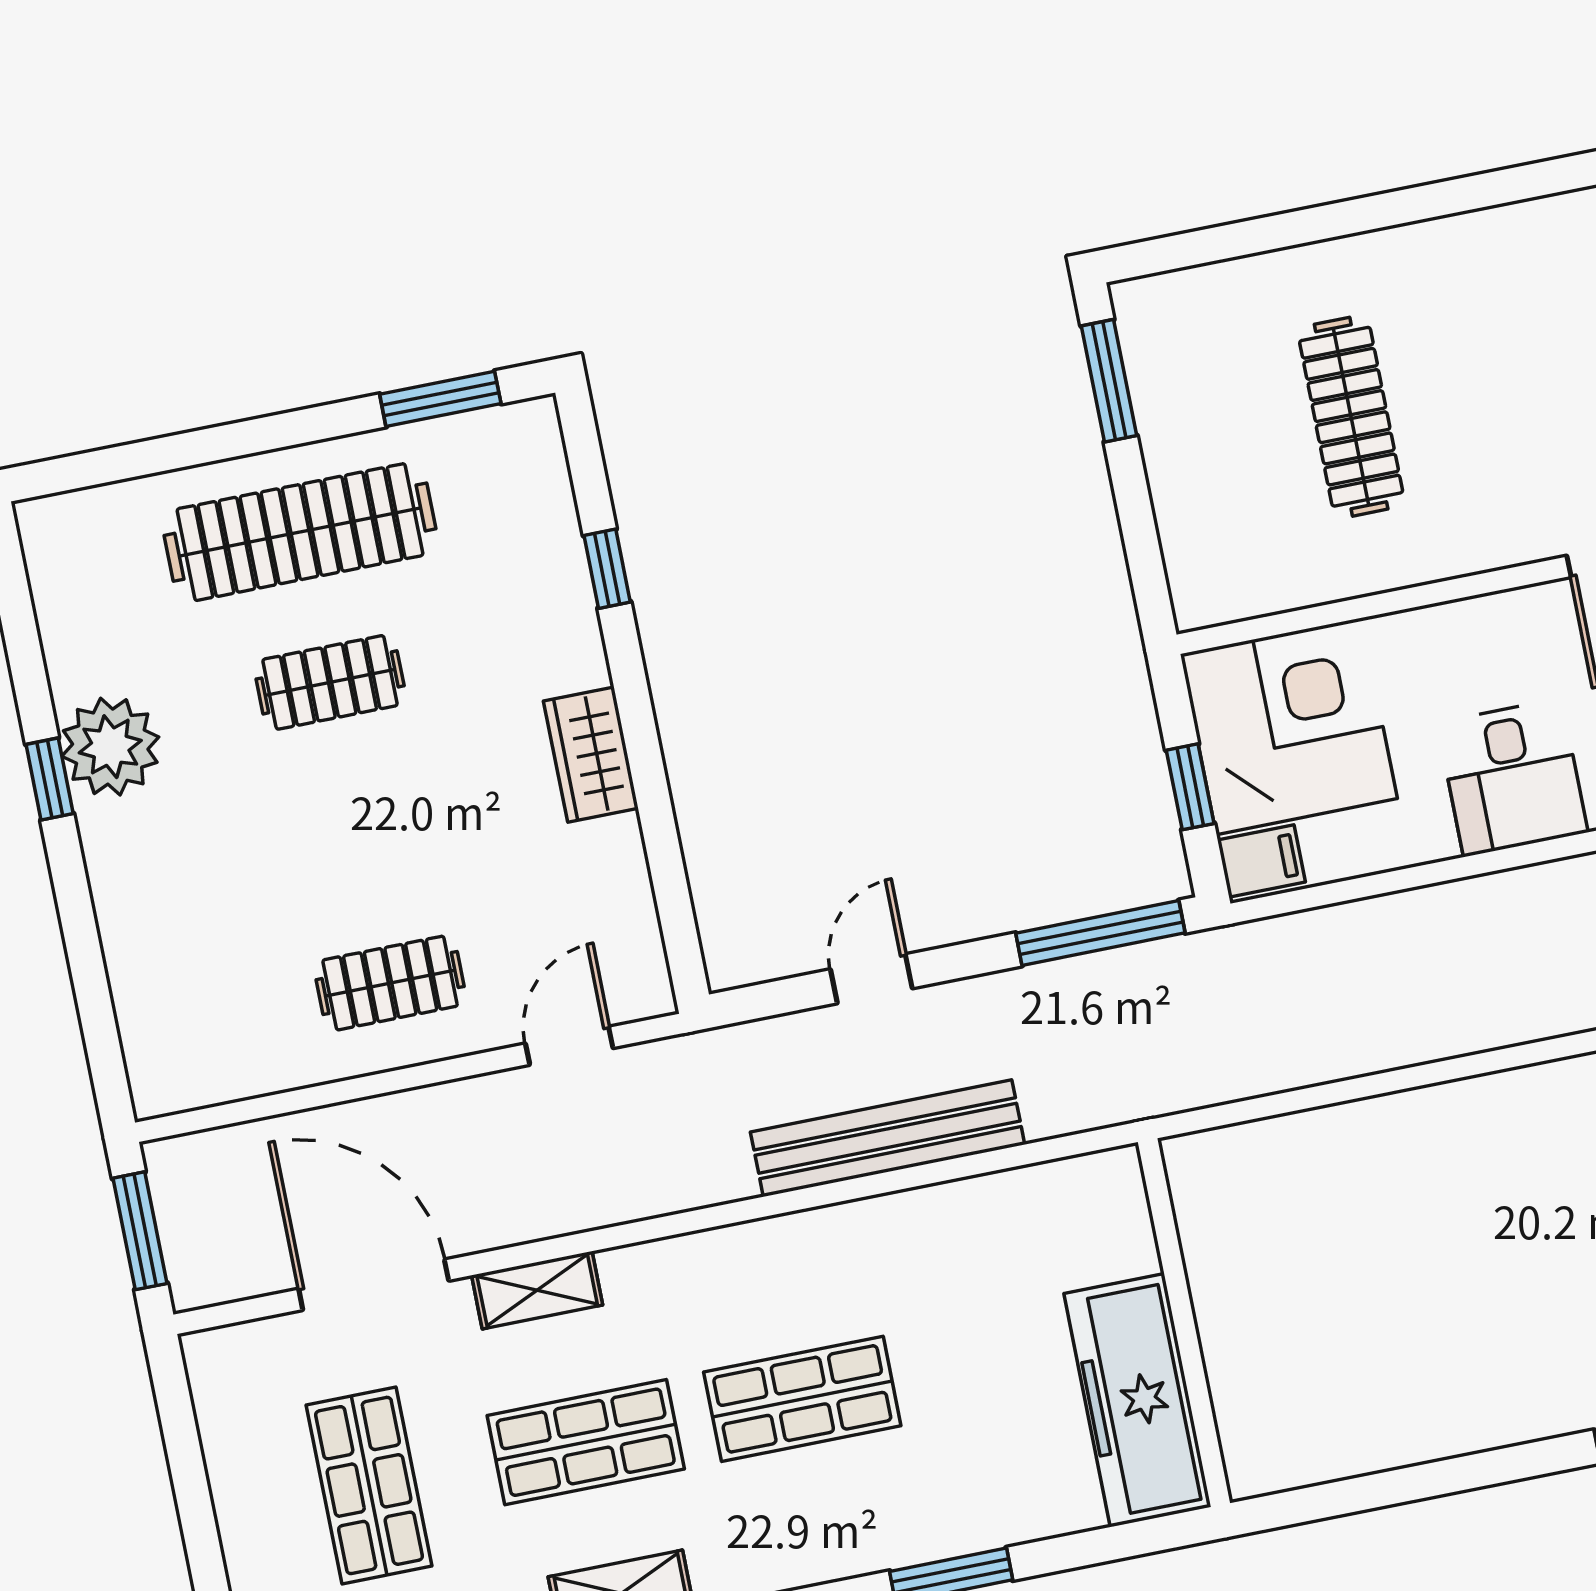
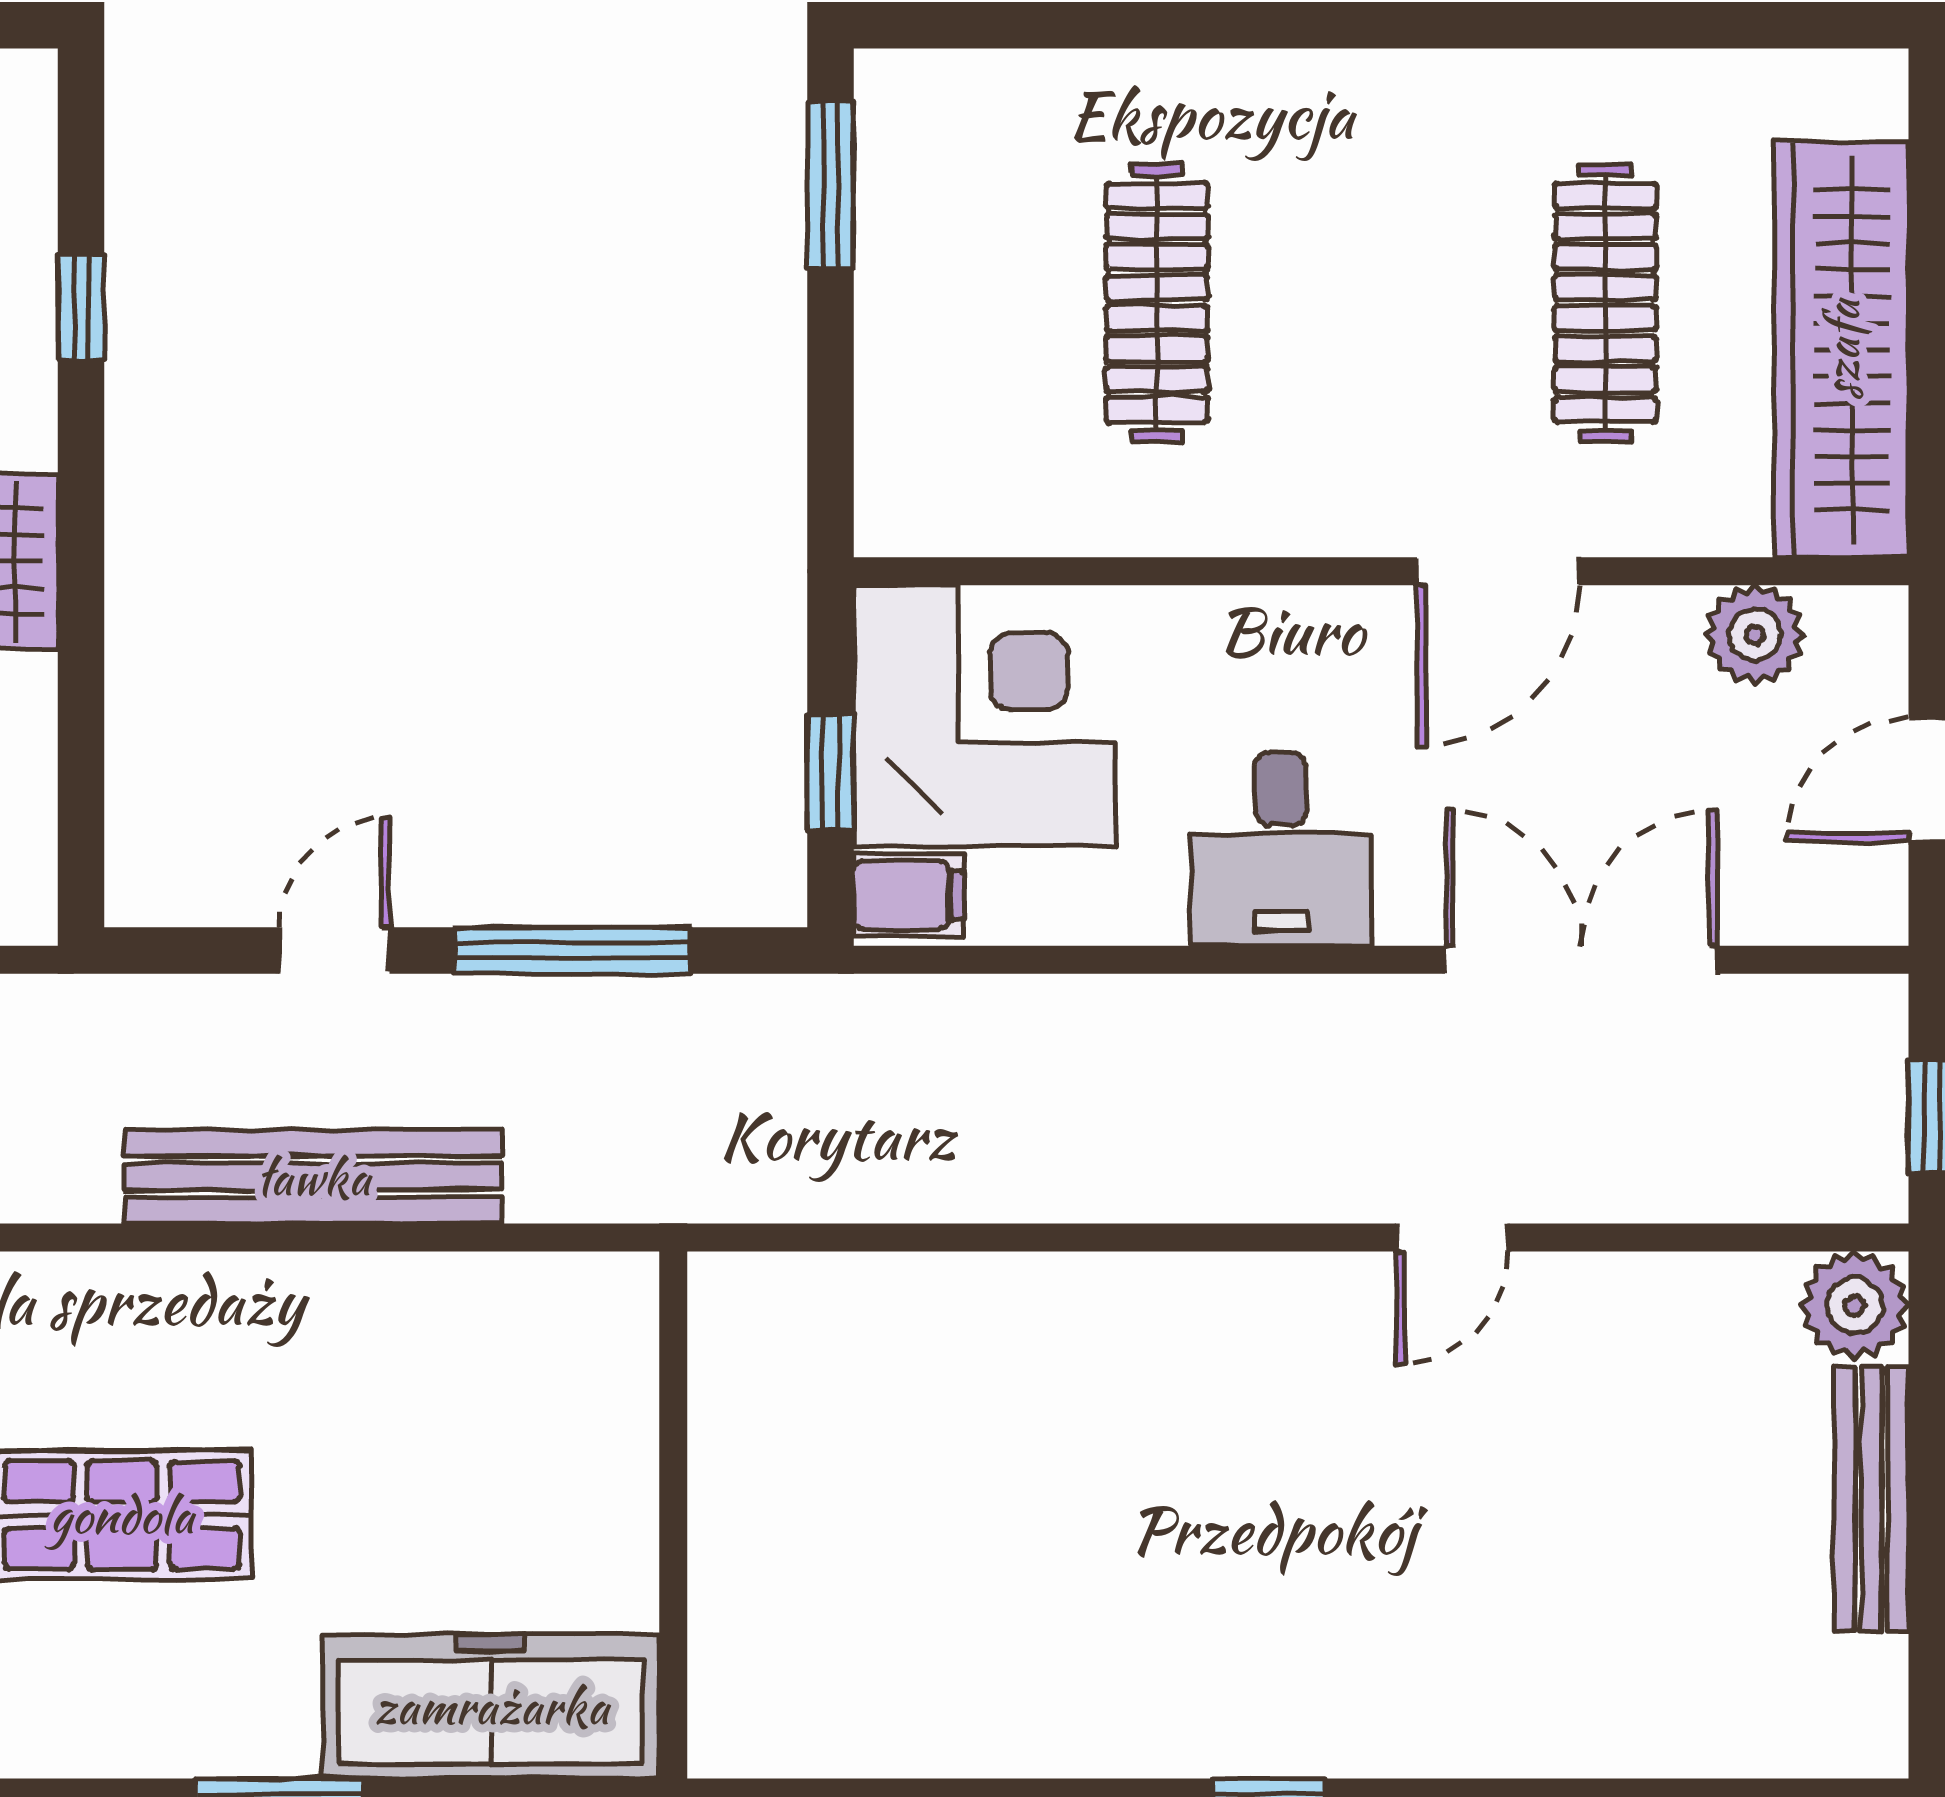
window: (1100, 933) -> (572, 951), moved
freezer: (1137, 1400) -> (491, 1706), moved, turned 90

